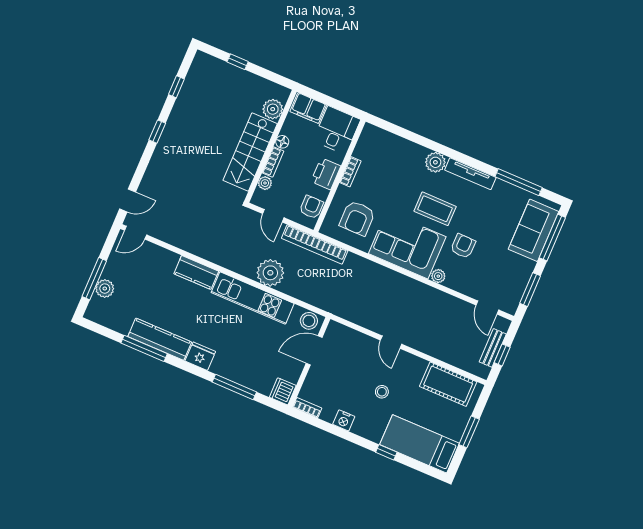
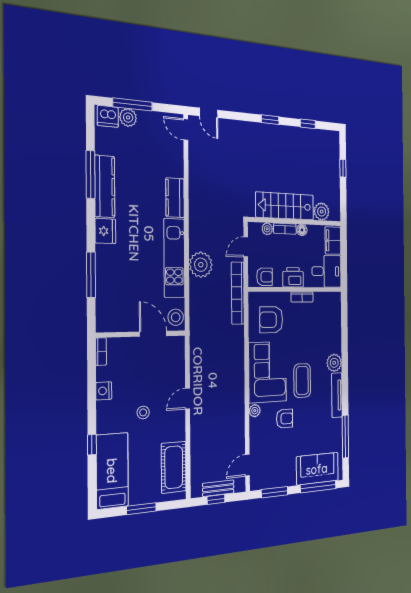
dishwasher: (283, 391) -> (108, 116), moved, turned 180

